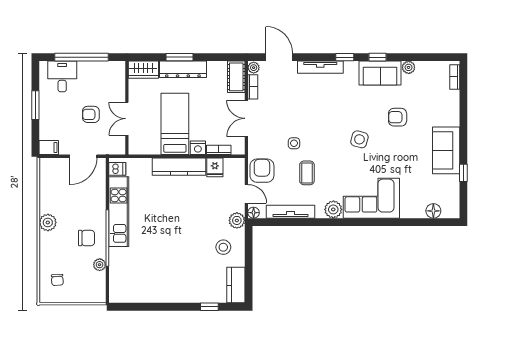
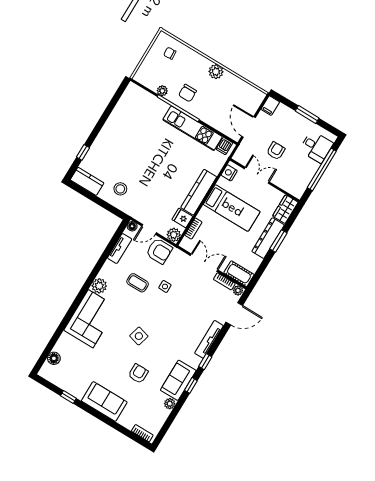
nightstand: (198, 148) -> (229, 173), moved
sofa: (446, 150) -> (104, 402), moved
tv unit: (291, 212) -> (120, 249), width x0.71
plant: (237, 220) -> (174, 235), moved

